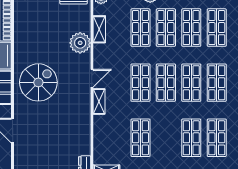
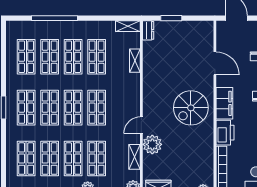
door: (92, 78) -> (141, 125), moved
shelving: (99, 101) -> (135, 61), moved
shop shelf: (166, 138) -> (73, 57), added

